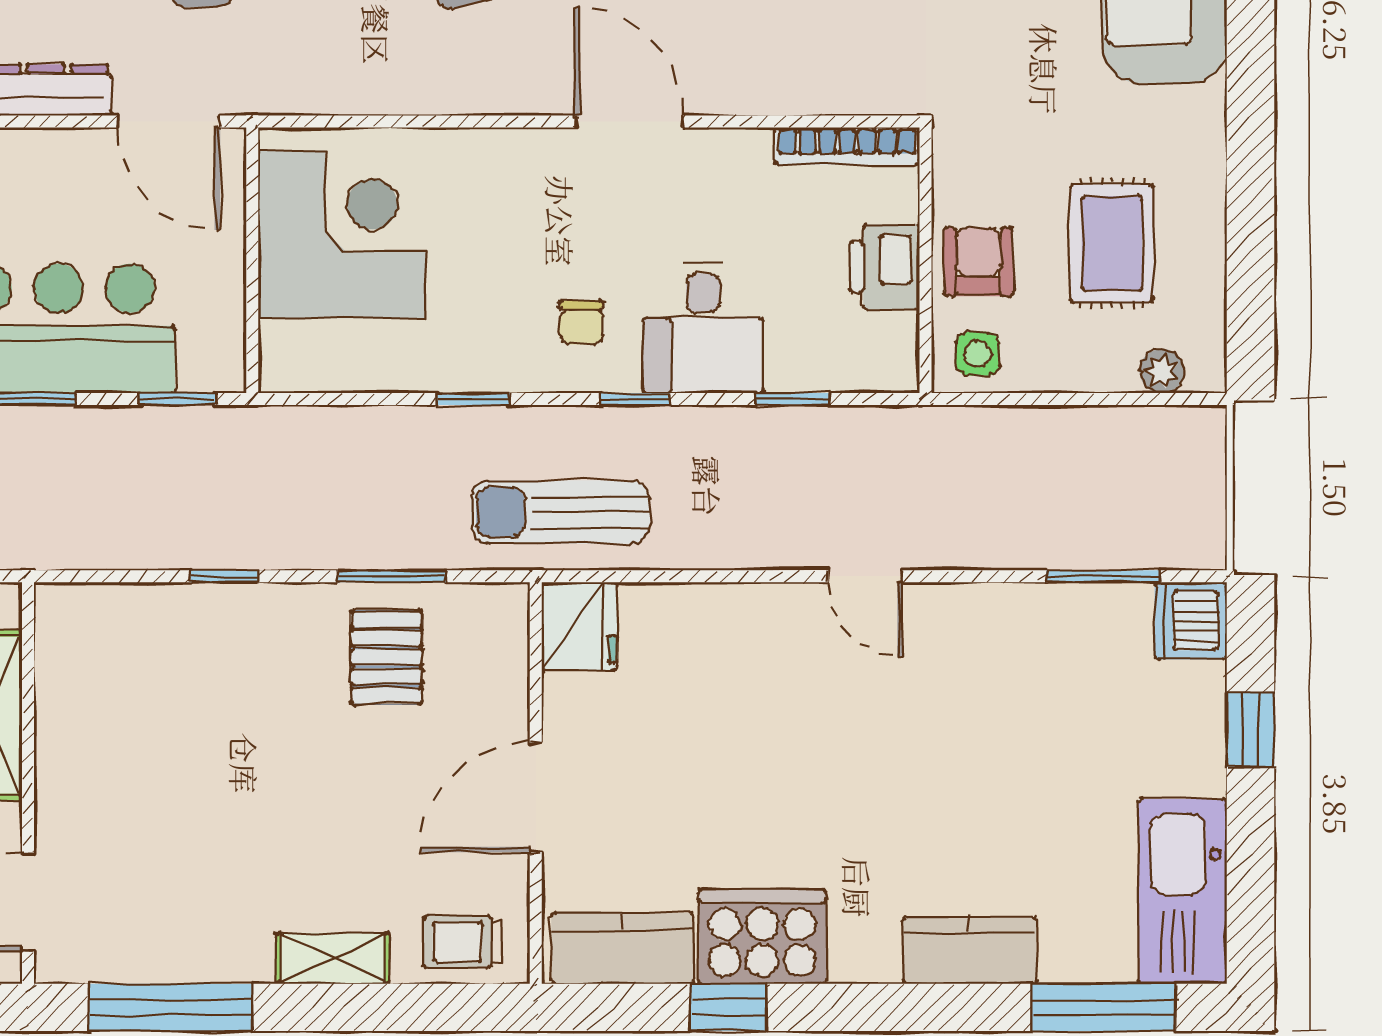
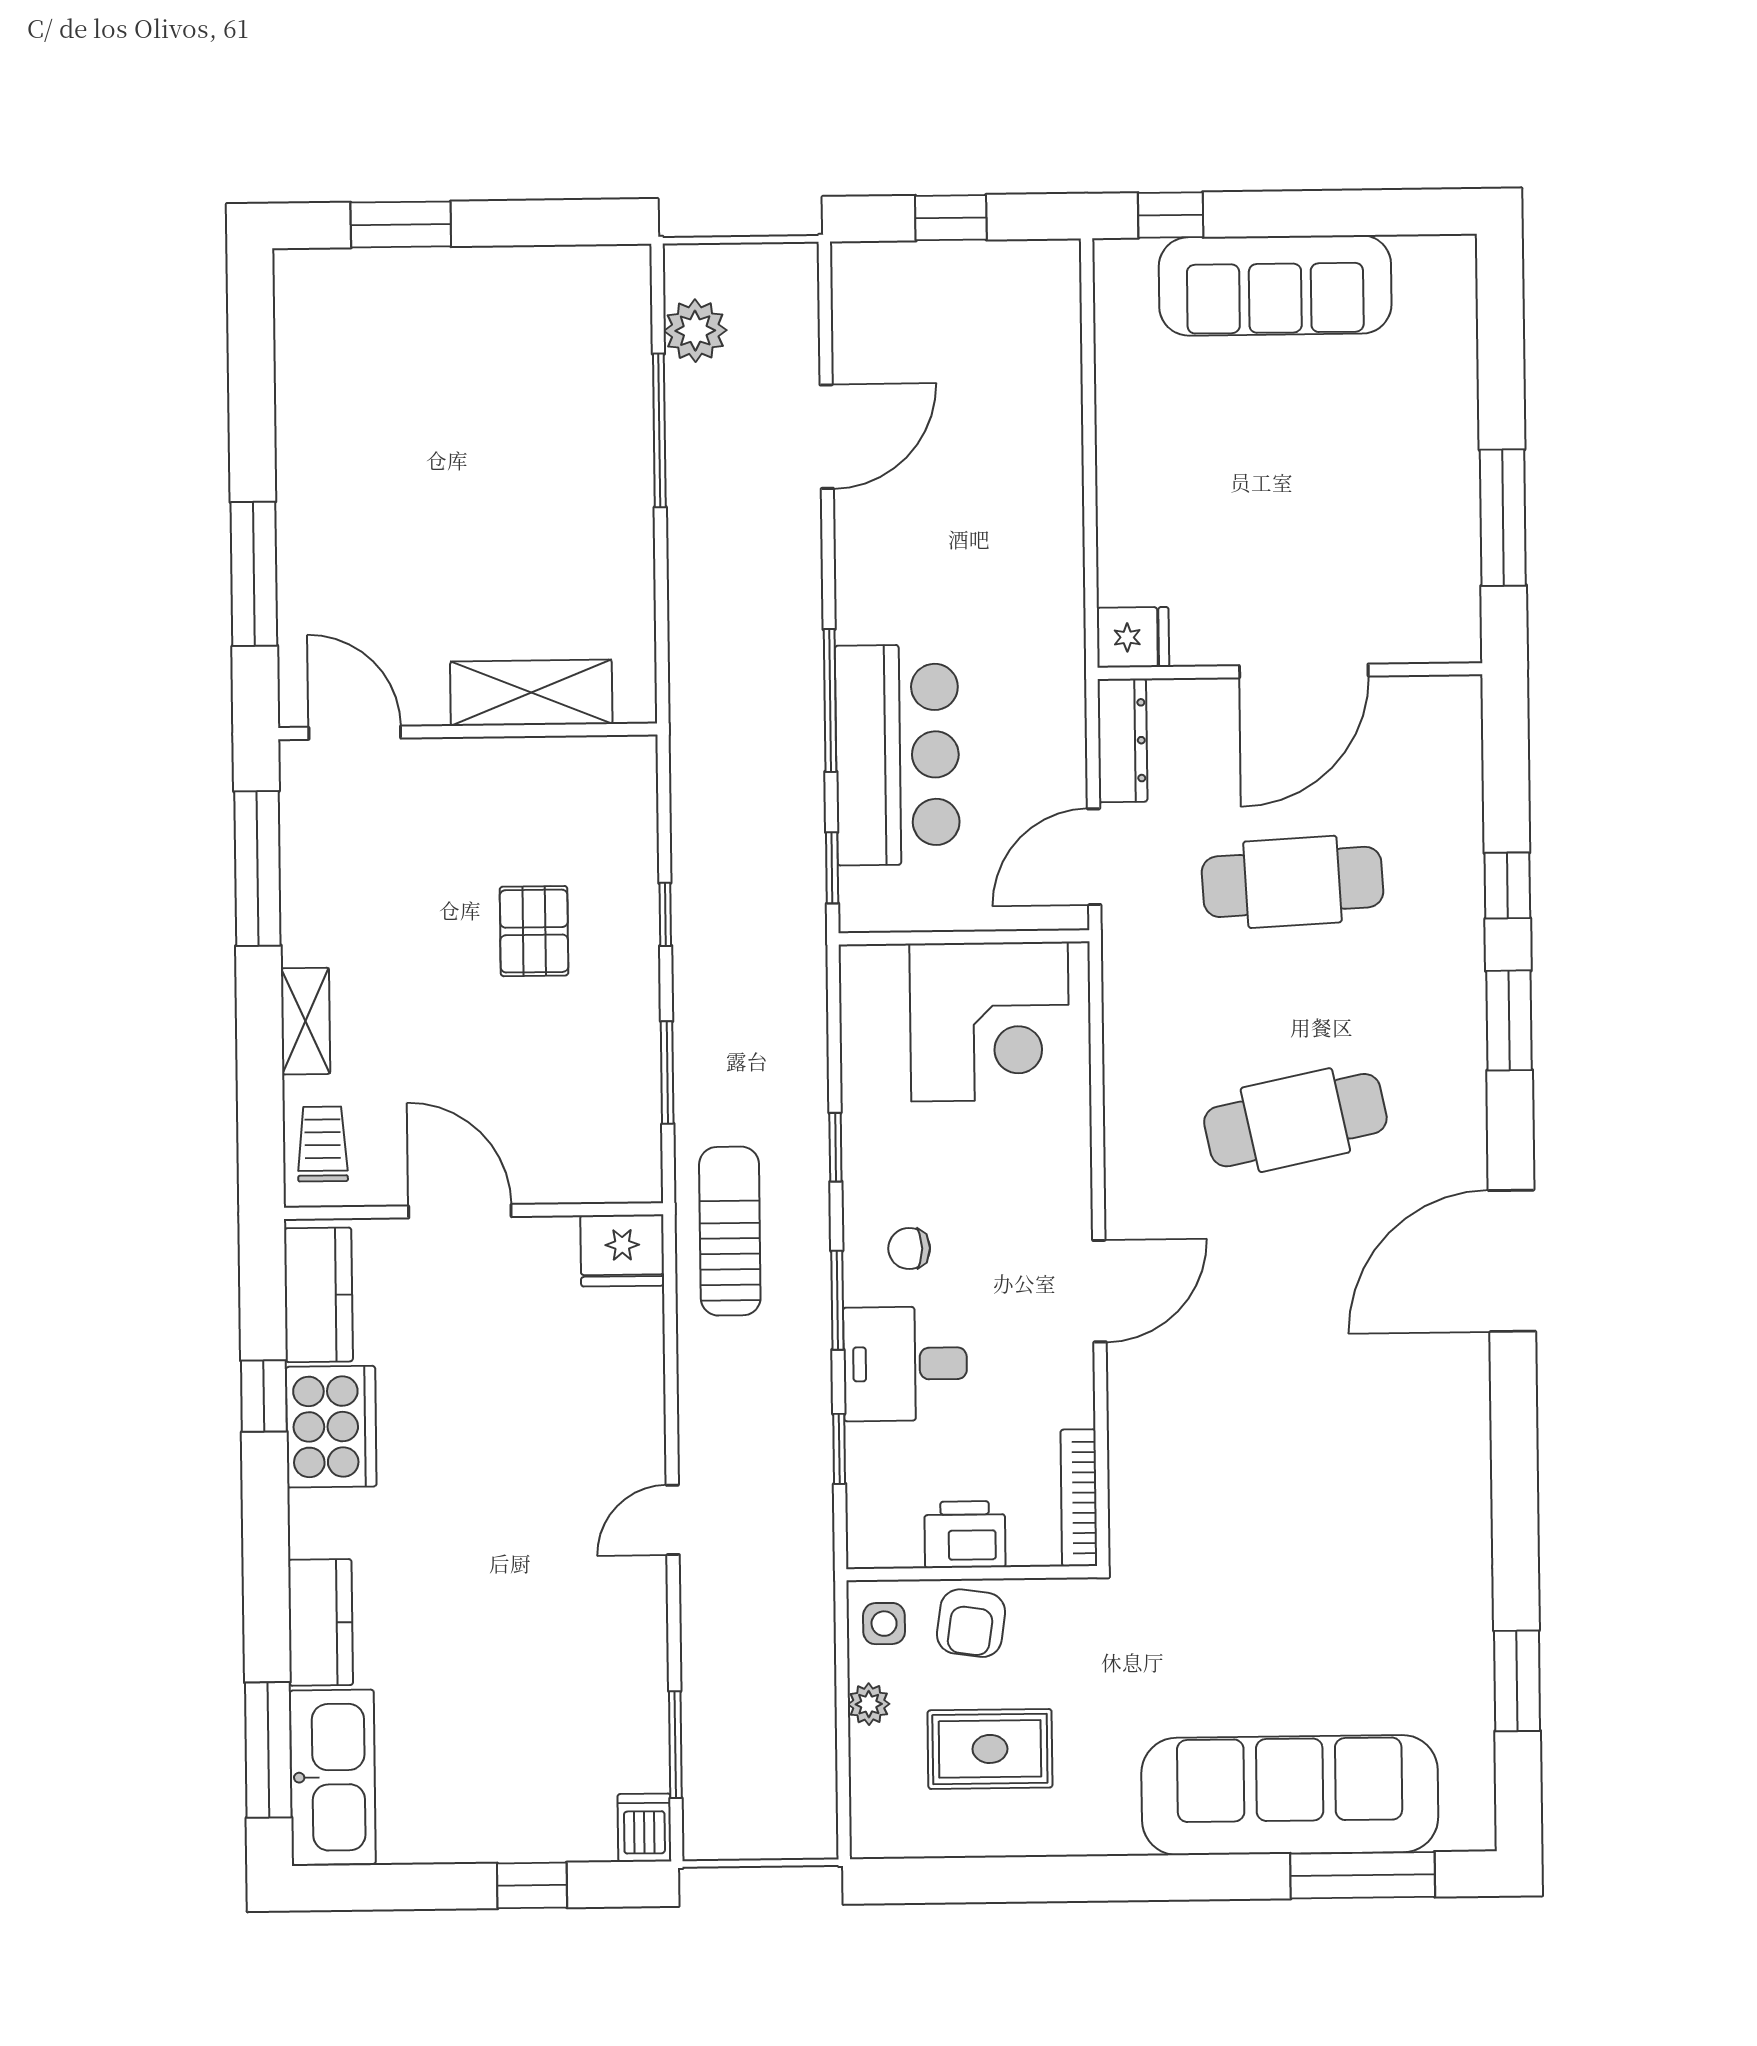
armchair: (979, 262) -> (971, 1623), turned 98
plant: (1162, 371) -> (869, 1704), moved
window: (635, 399) -> (837, 1300), width x1.50
dishwasher: (1191, 621) -> (644, 1828), width x0.73
pallet: (387, 657) -> (534, 931), moved, turned 90
kitchen sink: (1182, 891) -> (333, 1777), moved, turned 90

